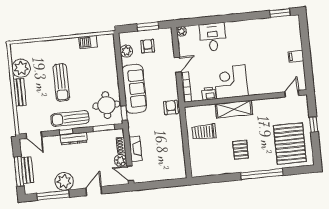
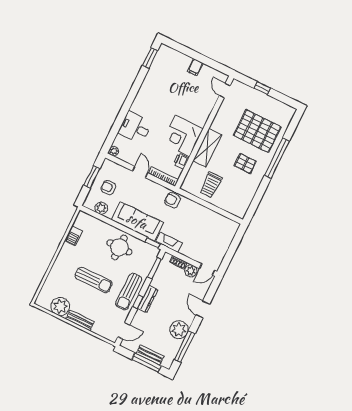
round table: (106, 105) -> (119, 247), moved
pallet: (290, 144) -> (257, 131), moved
fireplace: (135, 149) -> (169, 242), moved

